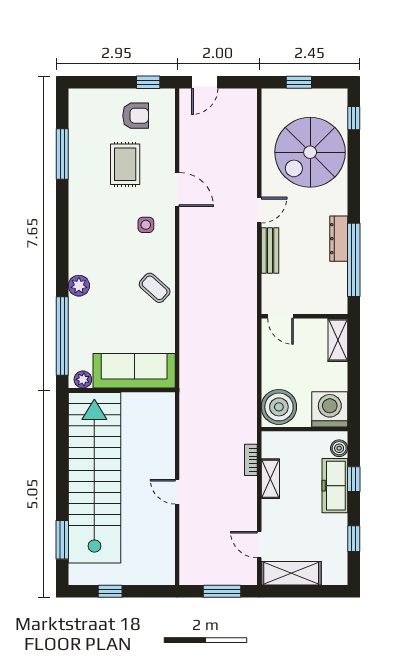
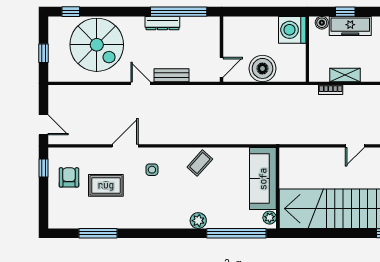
shelving: (338, 340) -> (240, 24), removed
boiler: (279, 407) -> (262, 68), moved

